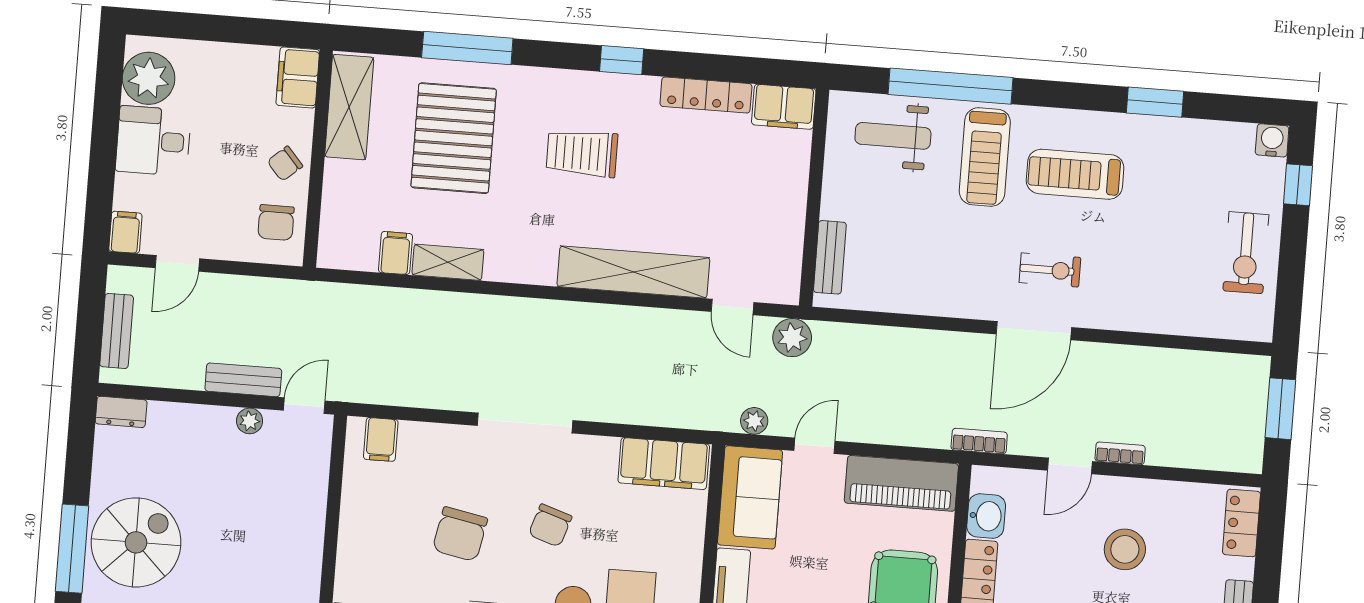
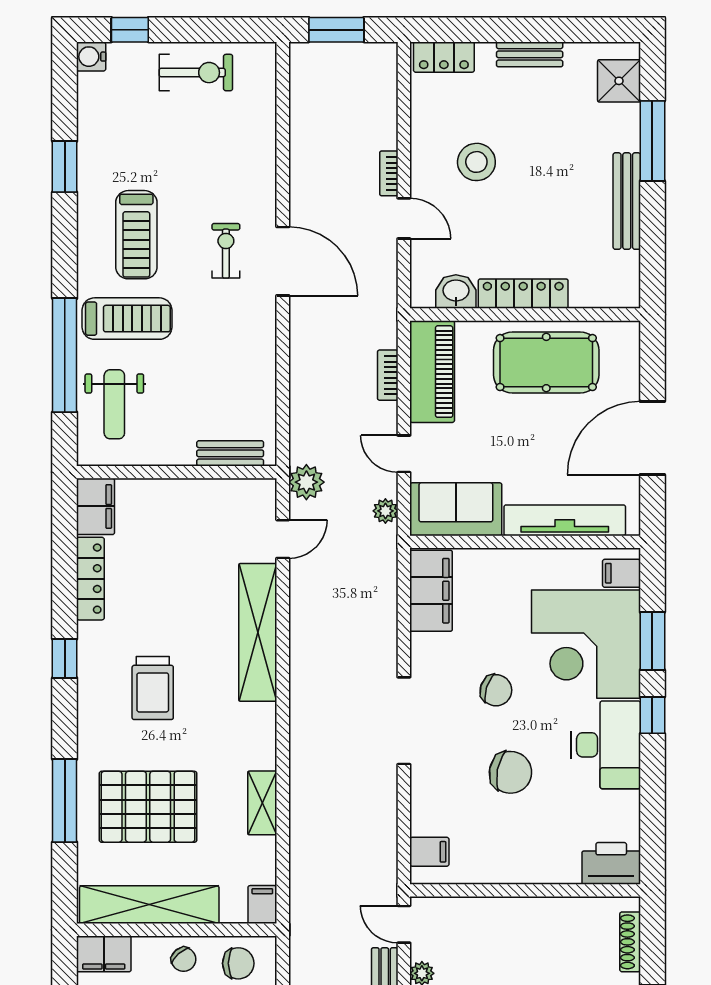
shelving: (349, 107) -> (149, 905), width x1.47
filing cabinet: (395, 253) -> (262, 905), moved, turned 90
bookcase: (979, 441) -> (388, 375), moved

